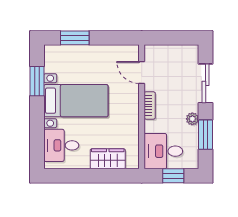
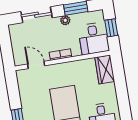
door: (142, 72) -> (36, 65), swing flipped
wardrobe: (108, 159) -> (105, 69), moved

